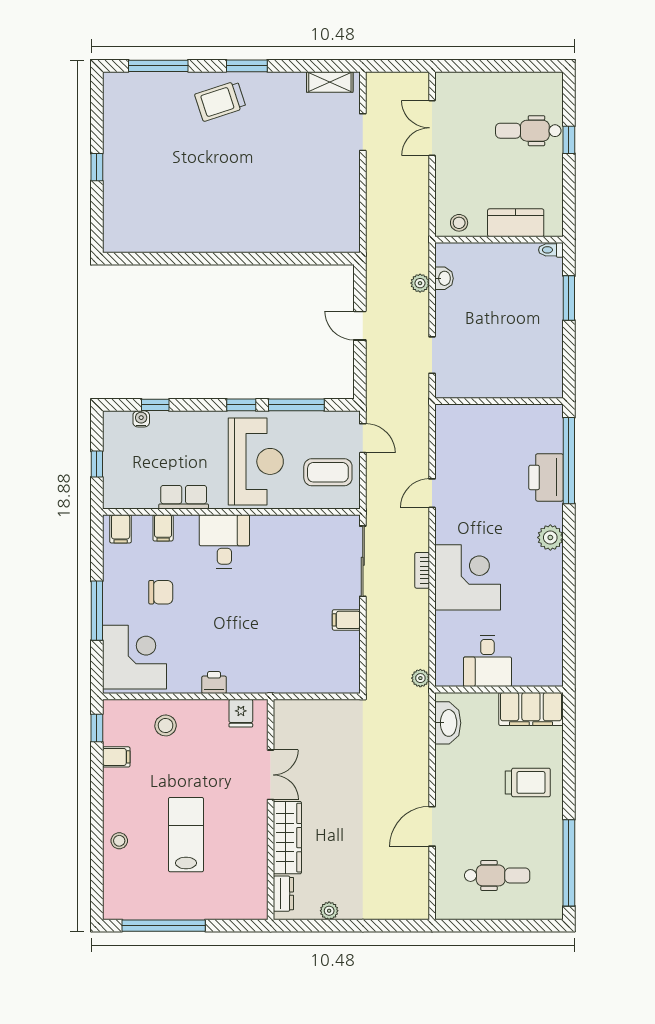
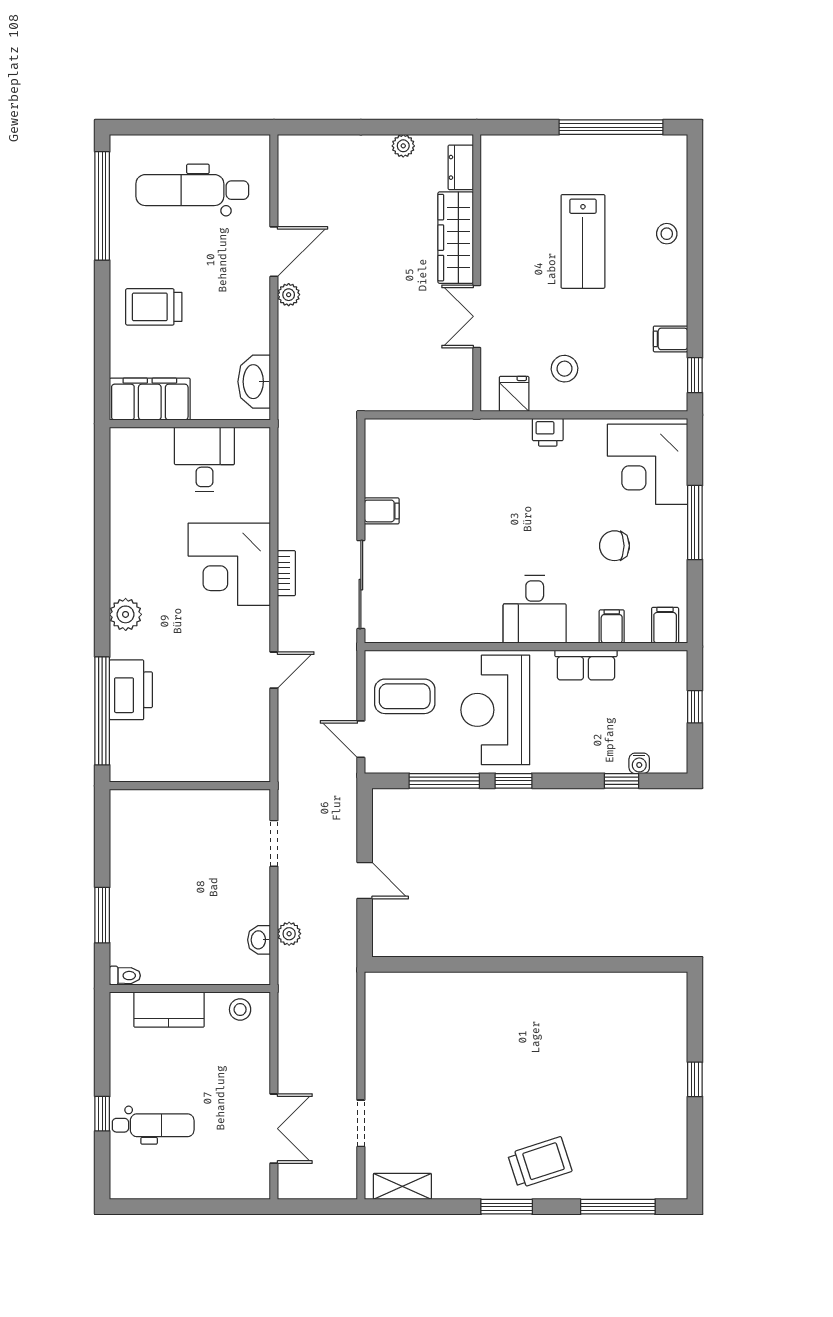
plant: (420, 678) -> (289, 295), moved
stool: (166, 725) -> (565, 369), moved
dental chair: (497, 875) -> (192, 190), width x1.36, depth x1.38

